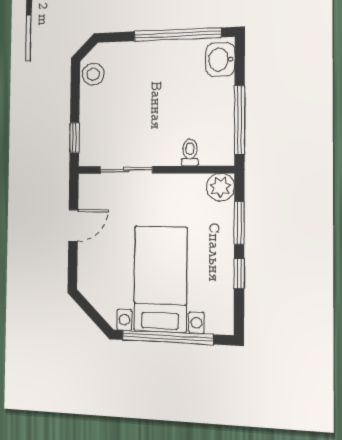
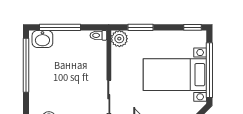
window: (240, 120) -> (60, 27), moved
toilet: (190, 152) -> (98, 35), moved
window: (239, 274) -> (193, 27), moved

